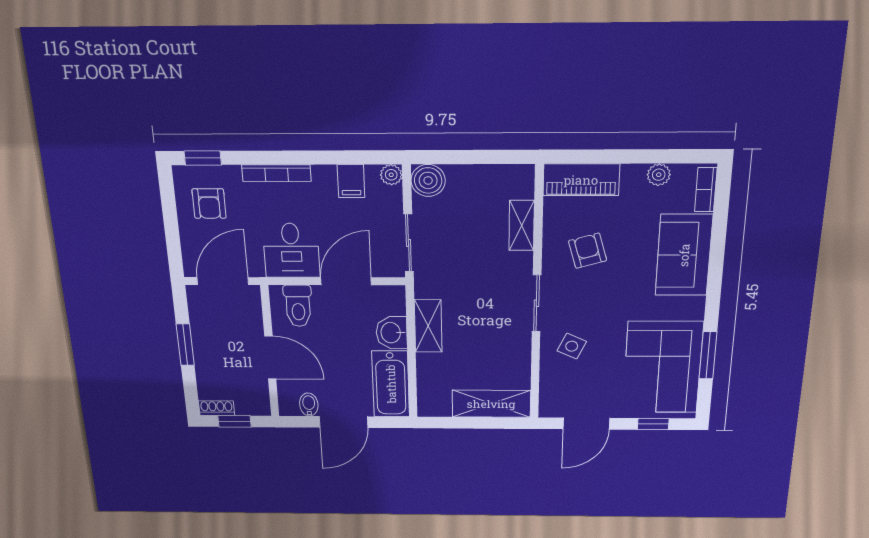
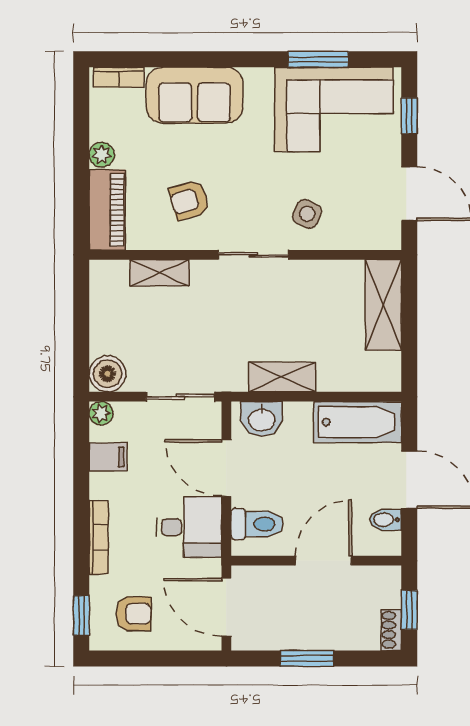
plant: (659, 175) -> (102, 155), moved
washbasin: (392, 333) -> (262, 419), moved

